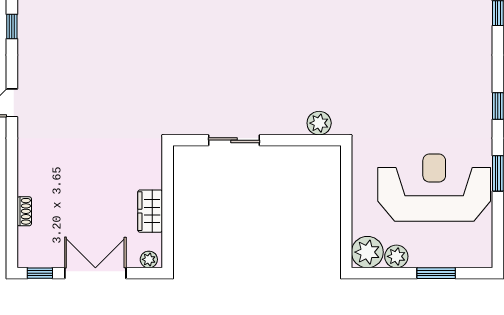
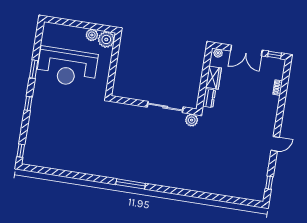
plant: (319, 123) -> (192, 120), moved
sliding door: (234, 140) -> (165, 107), width x1.37
dresser: (153, 171) -> (209, 98), added
window: (436, 273) -> (73, 23), removed

